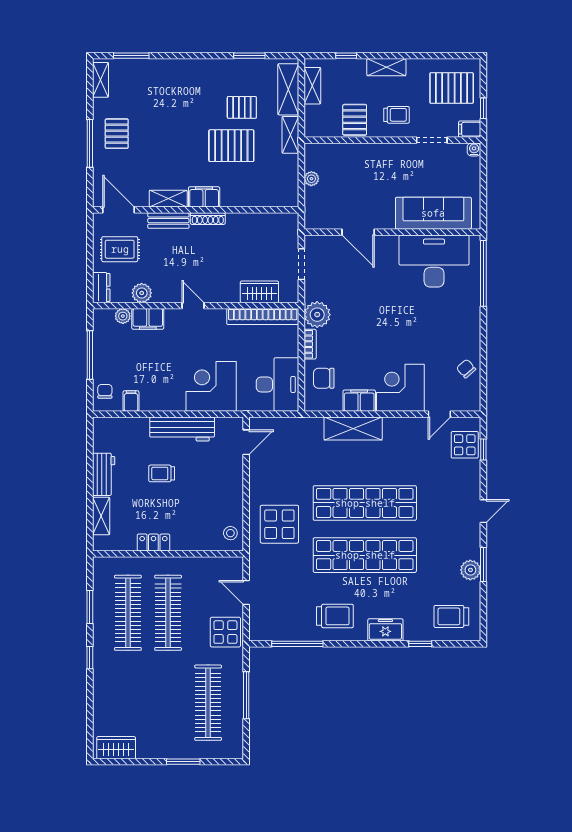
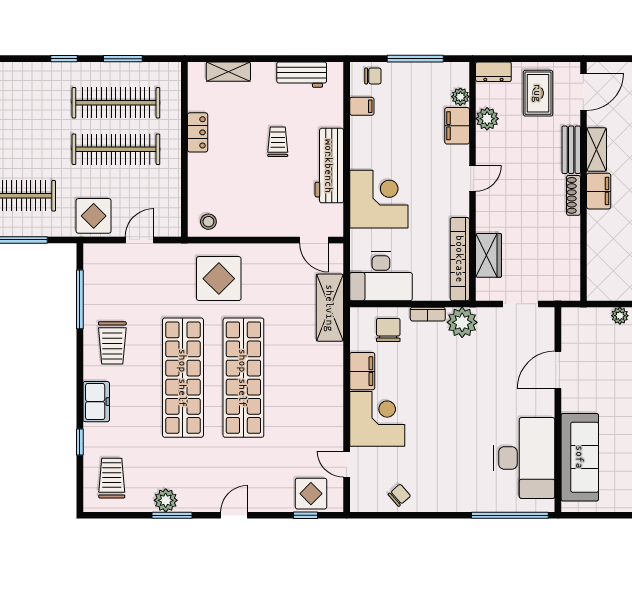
shelving: (353, 428) -> (330, 308), moved
workbench: (104, 474) -> (302, 75), moved
door: (483, 511) -> (234, 515), swing flipped

